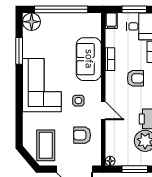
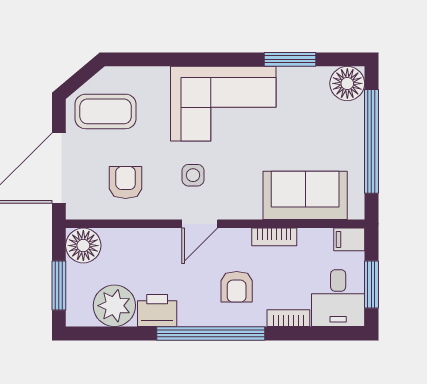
sofa: (89, 59) -> (305, 195), moved
door: (103, 111) -> (200, 224), moved
floor lamp: (110, 161) -> (83, 246), width x1.89, depth x1.89

